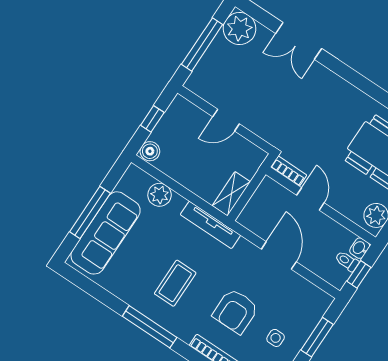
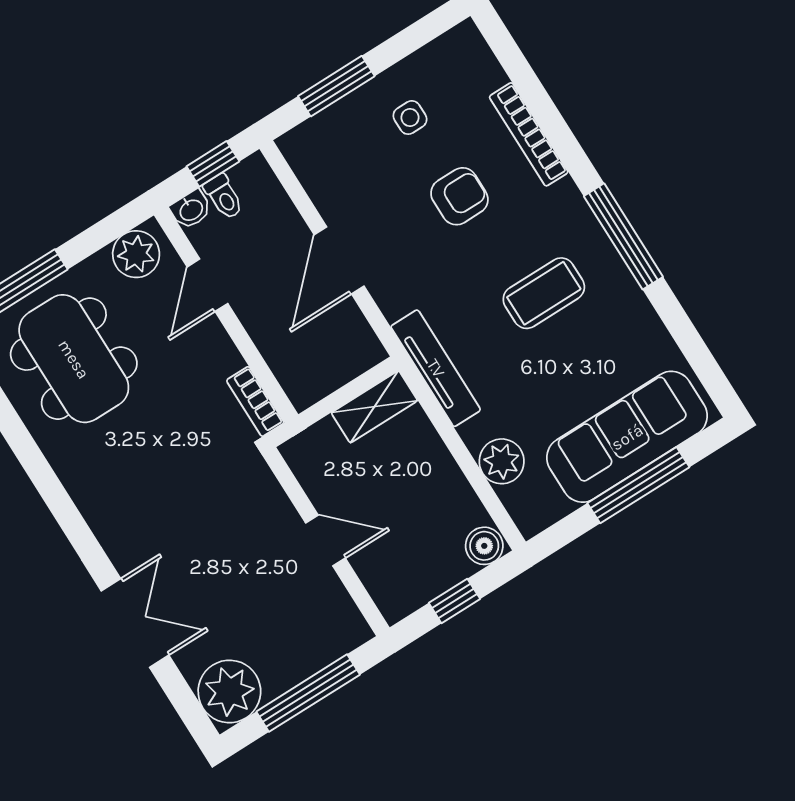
door: (310, 199) -> (207, 285), moved
armchair: (236, 311) -> (459, 196), width x0.72, depth x0.72

